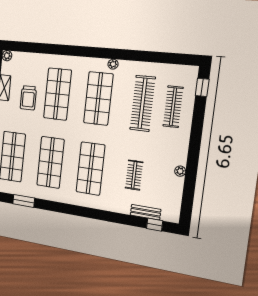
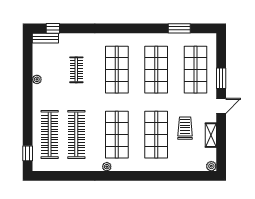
clothes rail: (173, 107) -> (50, 134), width x1.37, depth x1.31
bench: (145, 212) -> (45, 38), moved

